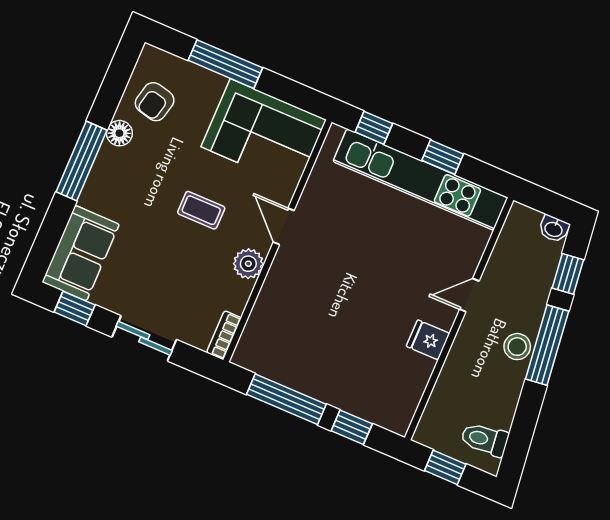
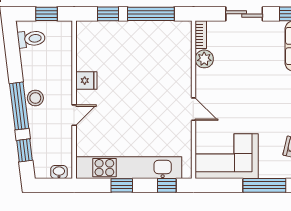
coffee table: (201, 210) -> (243, 99), removed
washbasin: (554, 229) -> (59, 172), moved
plant: (248, 264) -> (204, 59), moved

